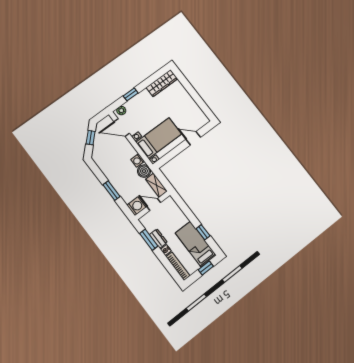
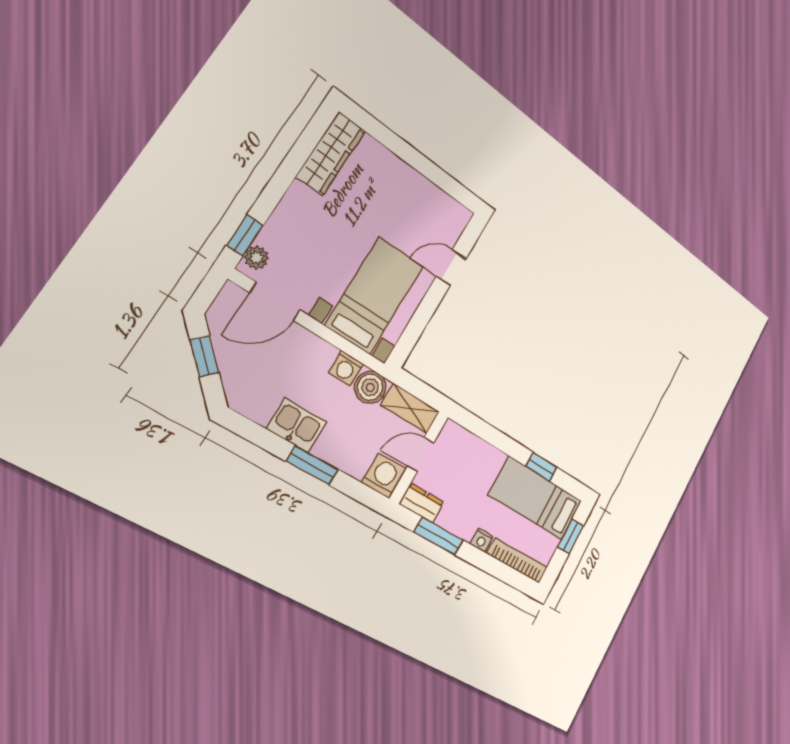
window: (131, 94) -> (245, 235), moved
kitchen sink: (112, 174) -> (297, 425), added
dresser: (158, 239) -> (422, 503), moved

